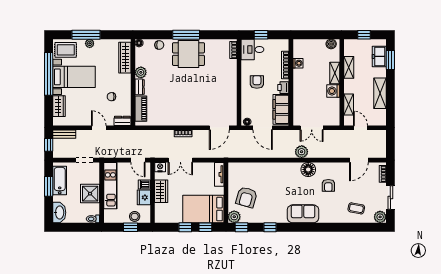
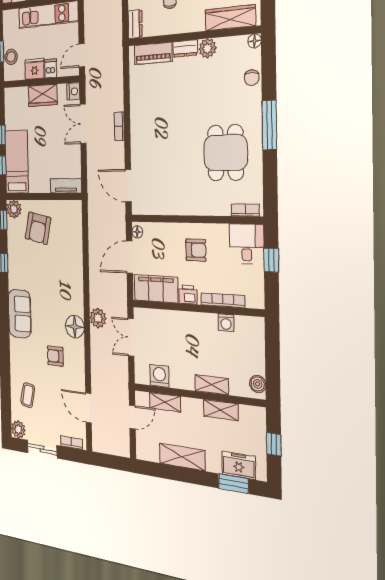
dining table: (188, 54) -> (226, 153), moved
washing machine: (333, 91) -> (159, 376), moved
armchair: (246, 197) -> (38, 228), turned -94
bed: (203, 209) -> (17, 162), width x0.67

